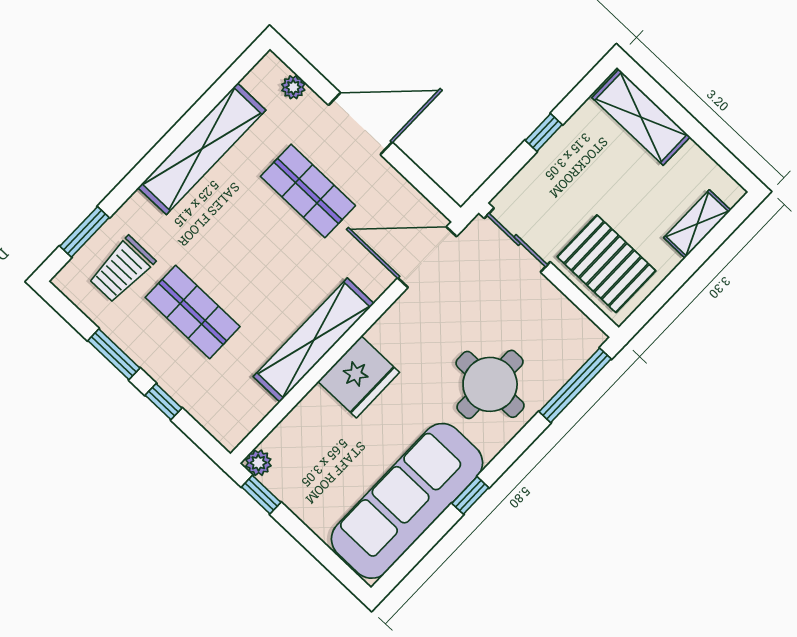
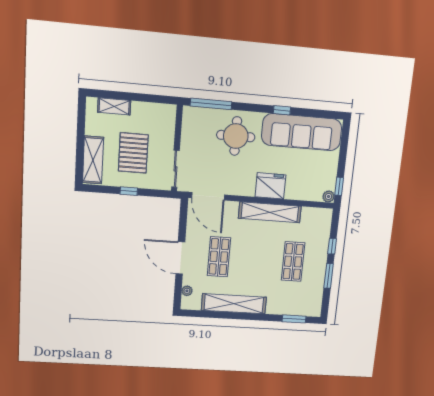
pallet: (606, 264) -> (133, 153), moved
trolley: (122, 269) -> (297, 297), removed

